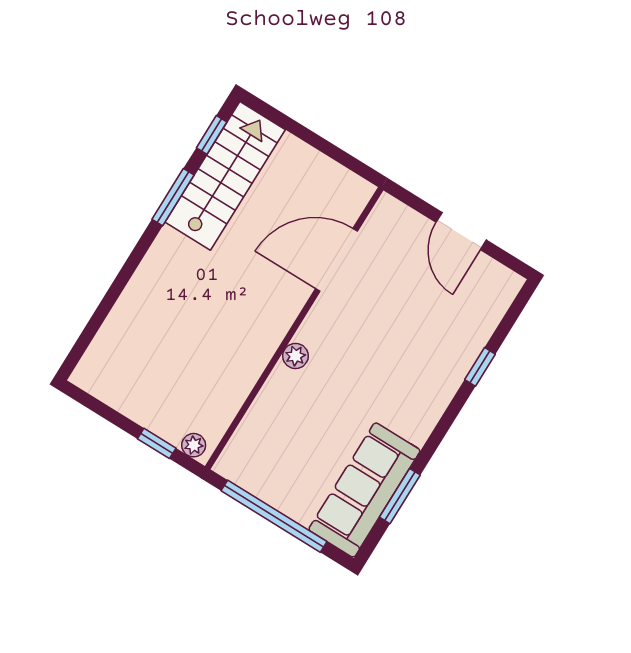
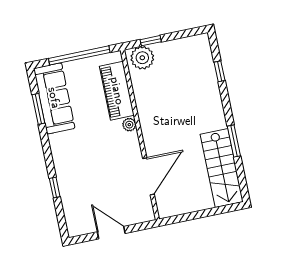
window: (212, 135) -> (219, 71), moved
piano: (268, 419) -> (117, 91), added
plant: (194, 445) -> (142, 58), width x1.88, depth x1.88

